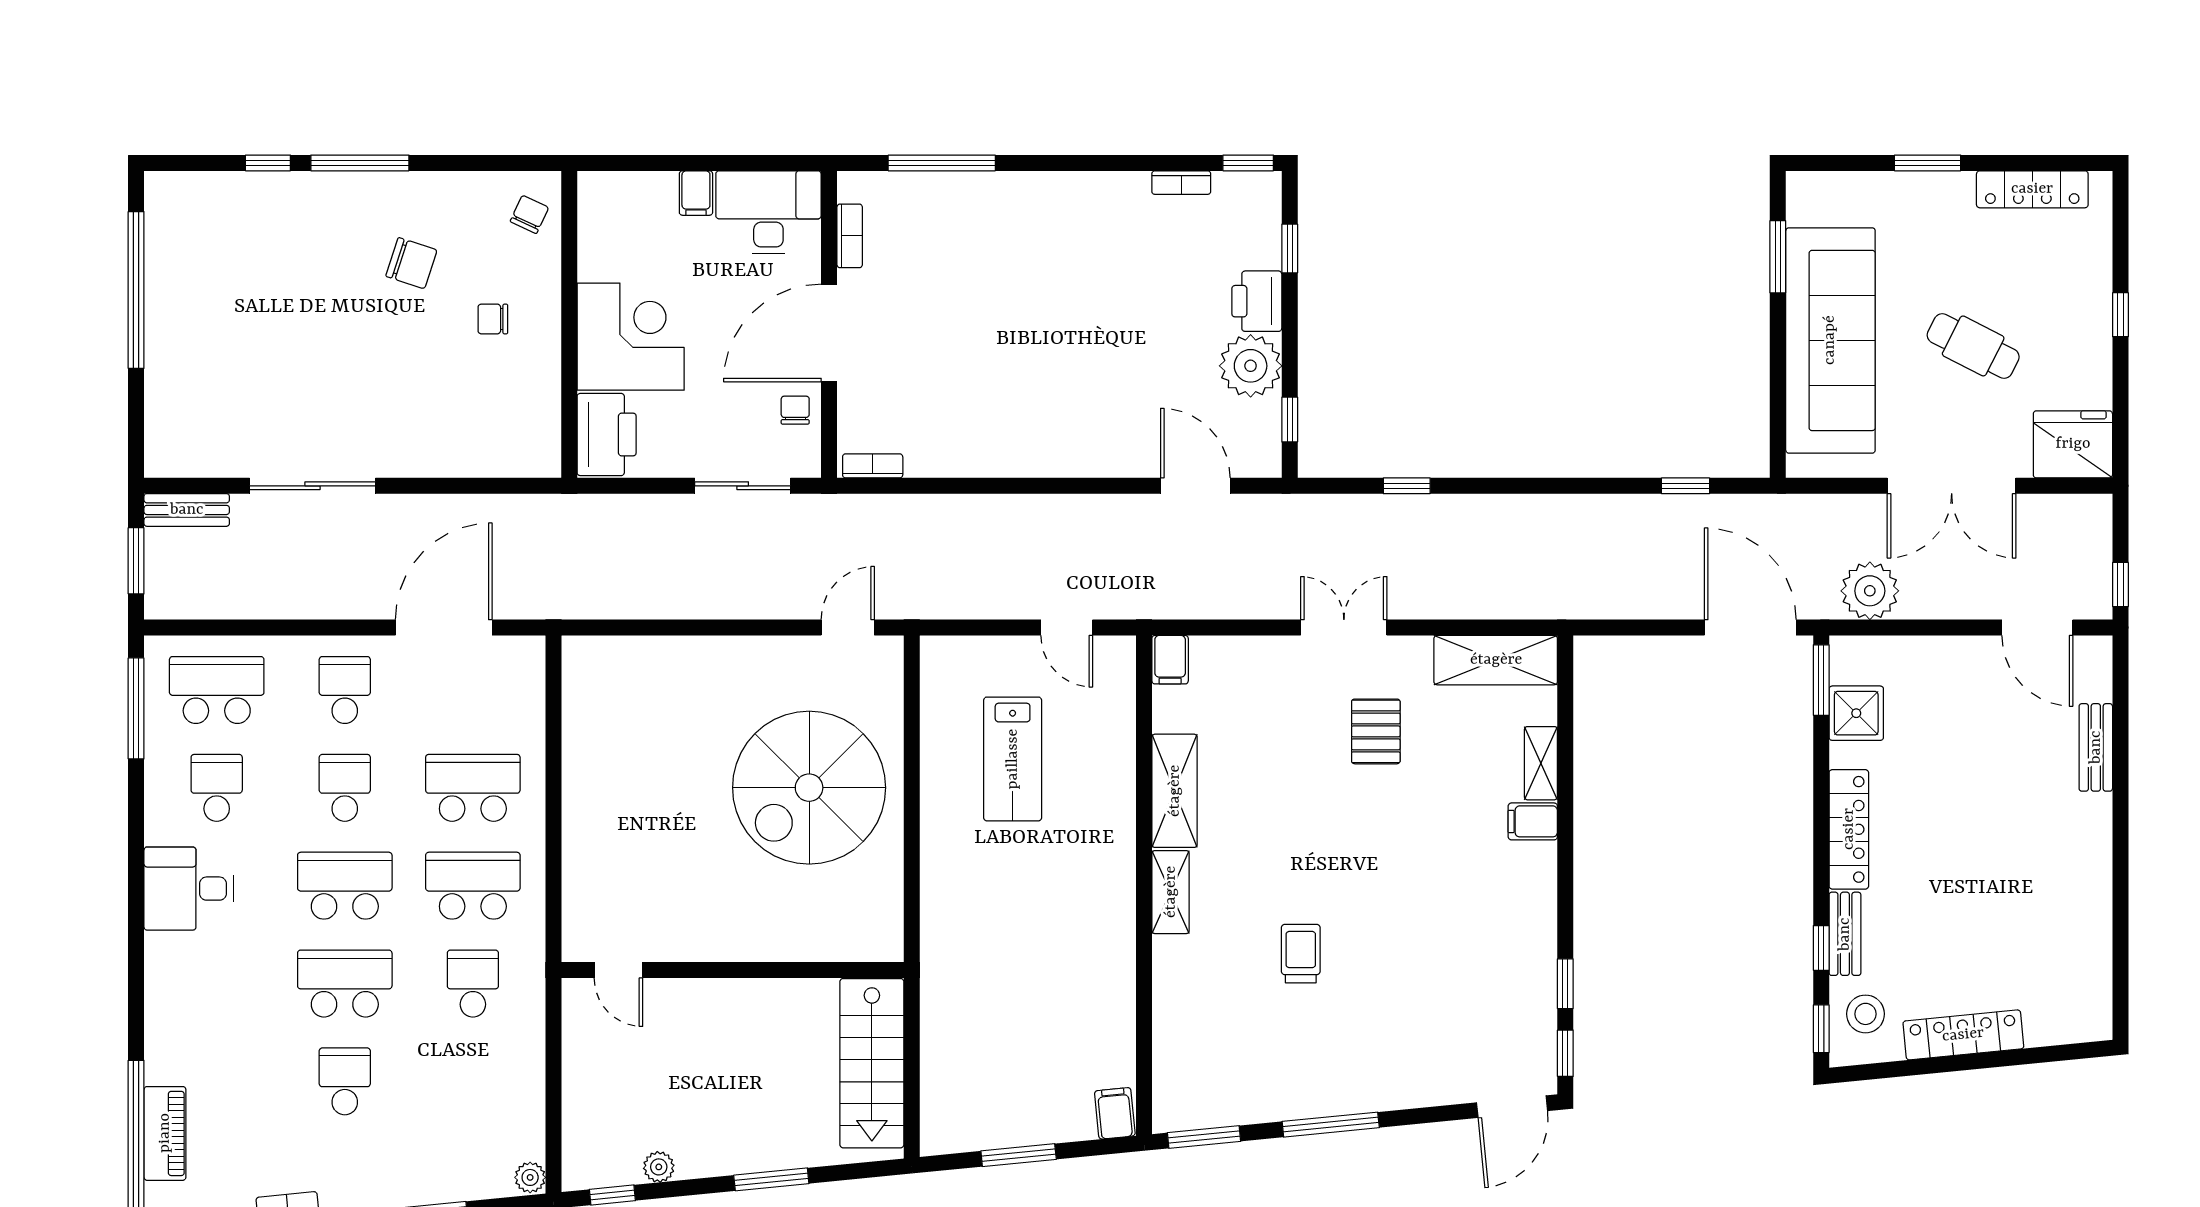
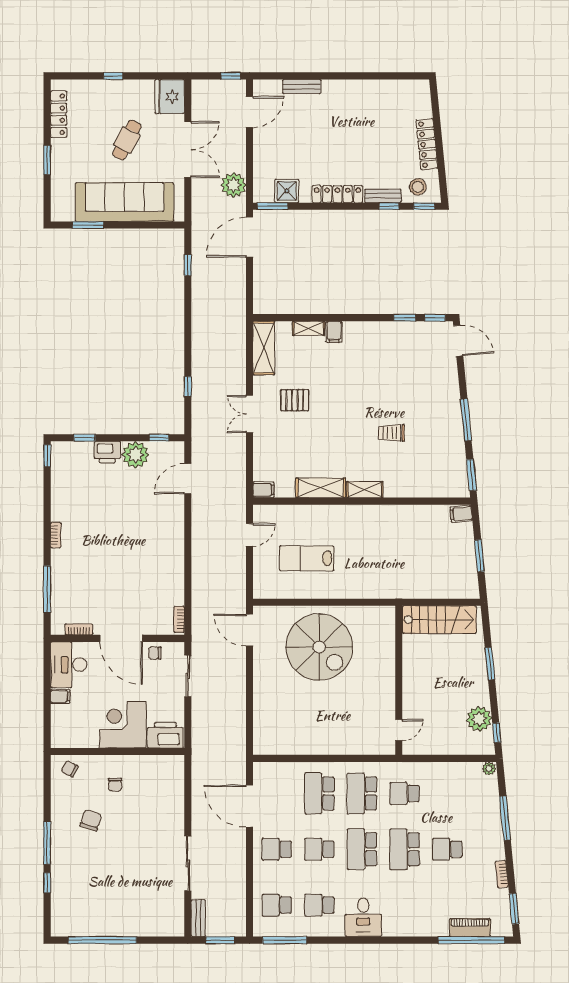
bookcase: (1181, 183) -> (56, 535), moved
door: (848, 628) -> (250, 630), width x1.38
school desk: (217, 690) -> (277, 905), width x0.54
lab bench: (1013, 759) -> (307, 558), turned 180
plant: (659, 1167) -> (479, 719), width x1.87, depth x1.87

